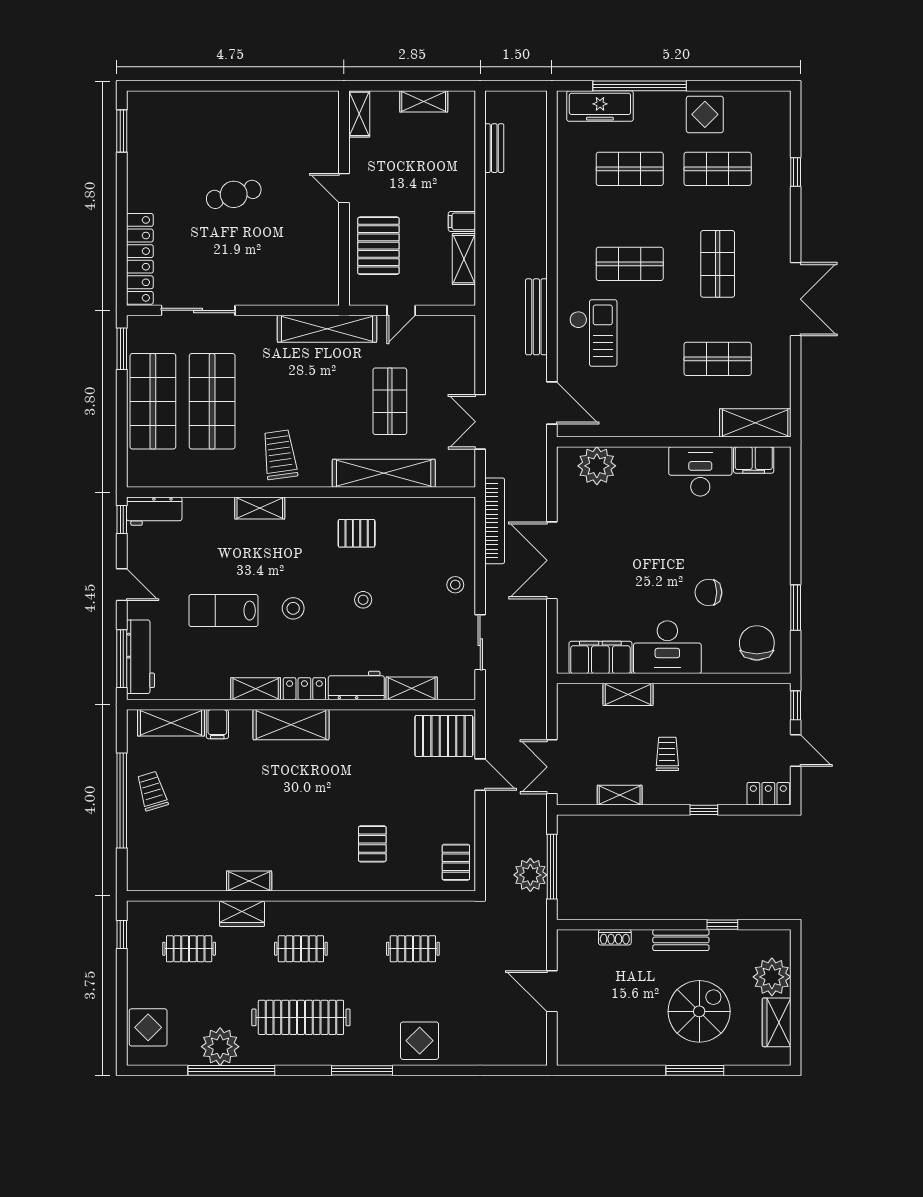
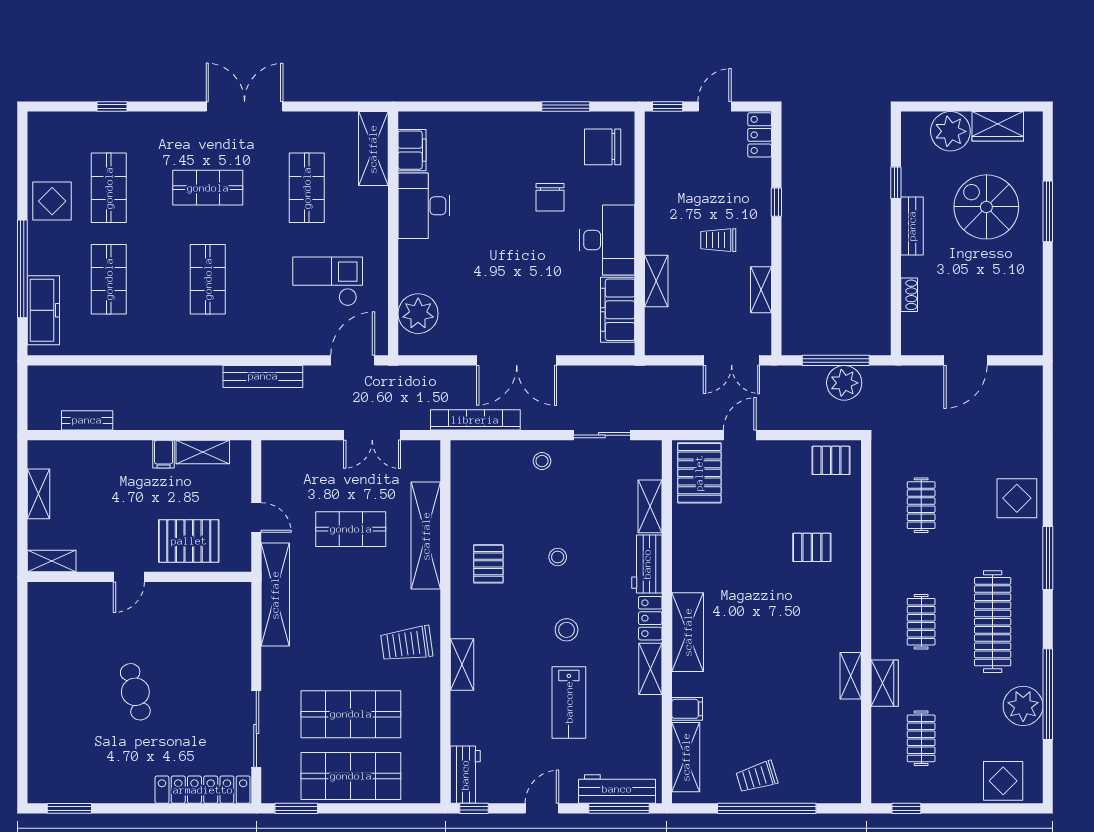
checkout: (593, 333) -> (328, 281), moved

